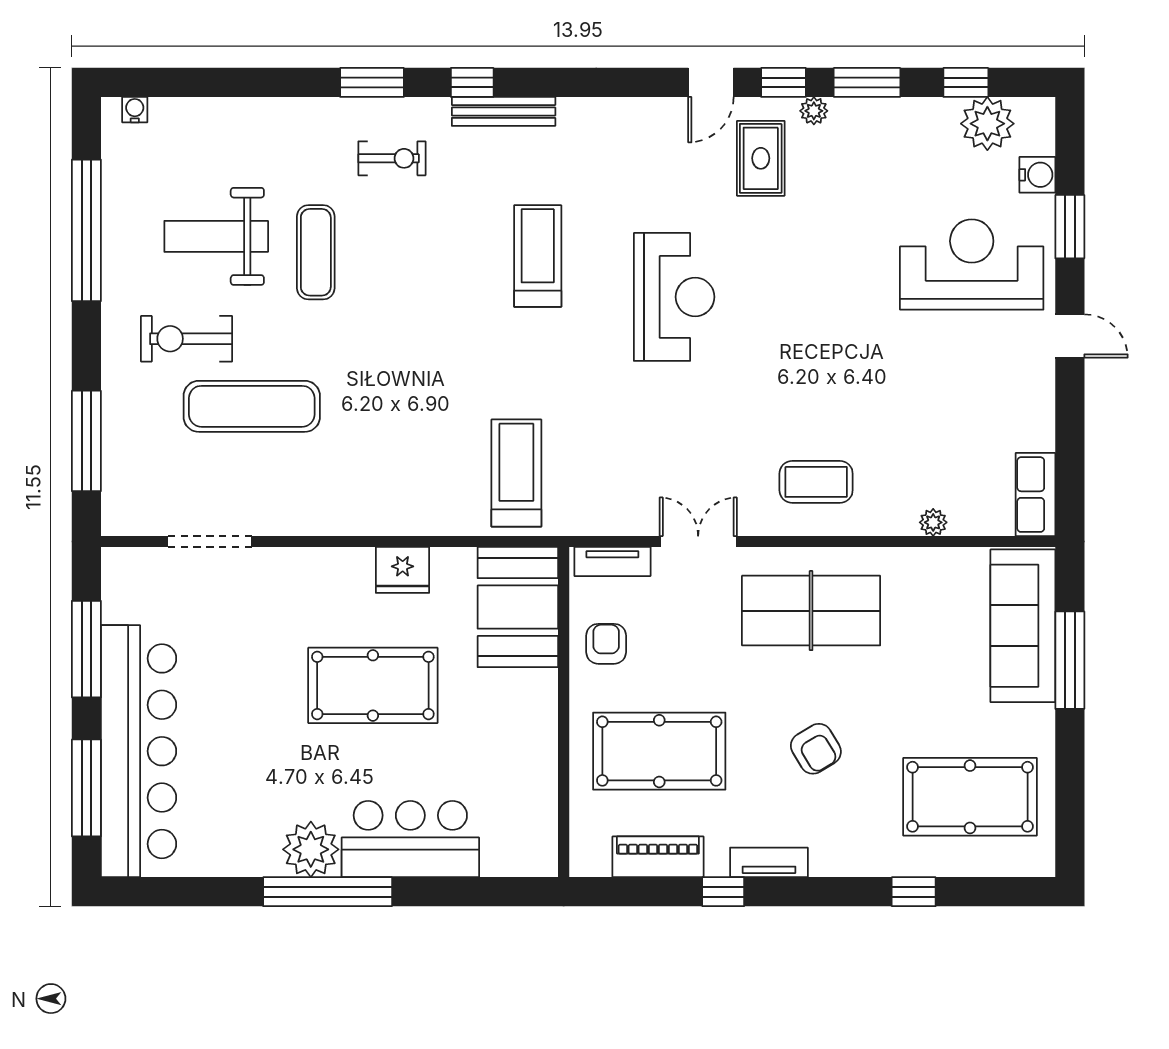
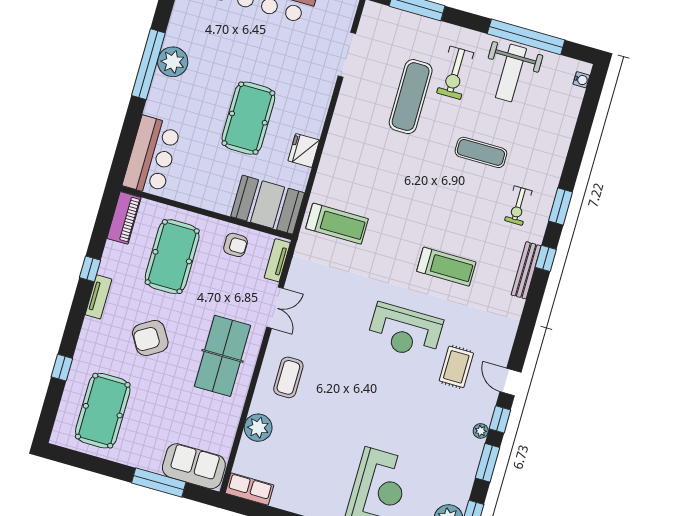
rug: (761, 158) -> (456, 367), moved, turned 90
weight bench: (216, 236) -> (511, 73), moved, turned 180
exercise bike: (187, 339) -> (455, 73), turned 180
plant: (933, 522) -> (258, 428), width x1.88, depth x1.88
sofa: (1023, 626) -> (194, 466), width x0.73
armchair: (816, 749) -> (150, 338), width x1.38, depth x1.38
bar counter: (410, 839) -> (152, 156), moved
piano: (658, 857) -> (124, 218), moved

